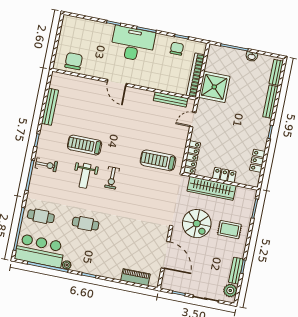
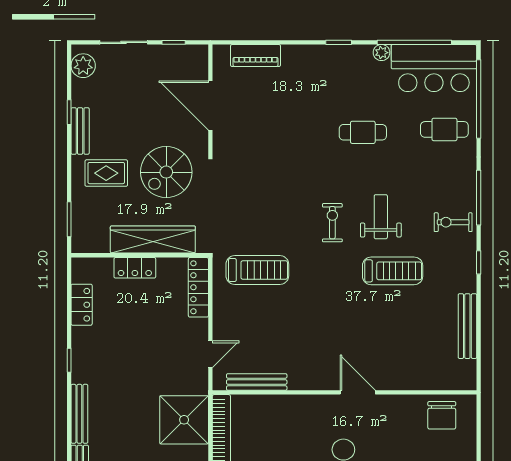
spiral stairs: (197, 224) -> (166, 172), turned -90
bench: (236, 271) -> (80, 131), moved

